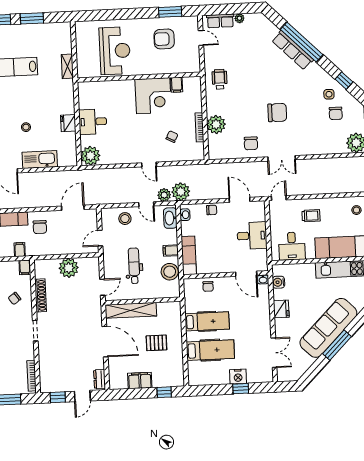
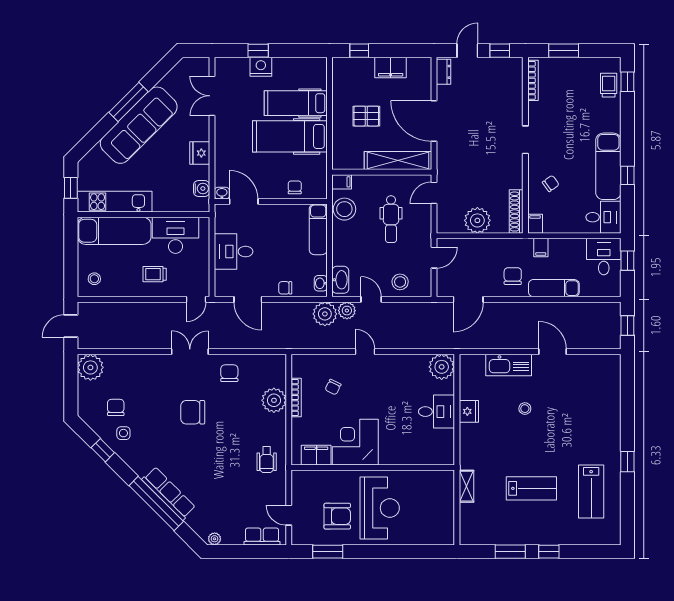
plant: (239, 18) -> (215, 539), moved
reception desk: (115, 51) -> (380, 508), moved, turned 180
filing cabinet: (177, 85) -> (316, 455), width x2.00
desk: (292, 246) -> (175, 235), width x1.37
filing cabinet: (171, 251) -> (342, 182), moved
shoe rack: (40, 295) -> (516, 212), moved
hospital bed: (207, 321) -> (290, 136), width x1.37, depth x1.29

